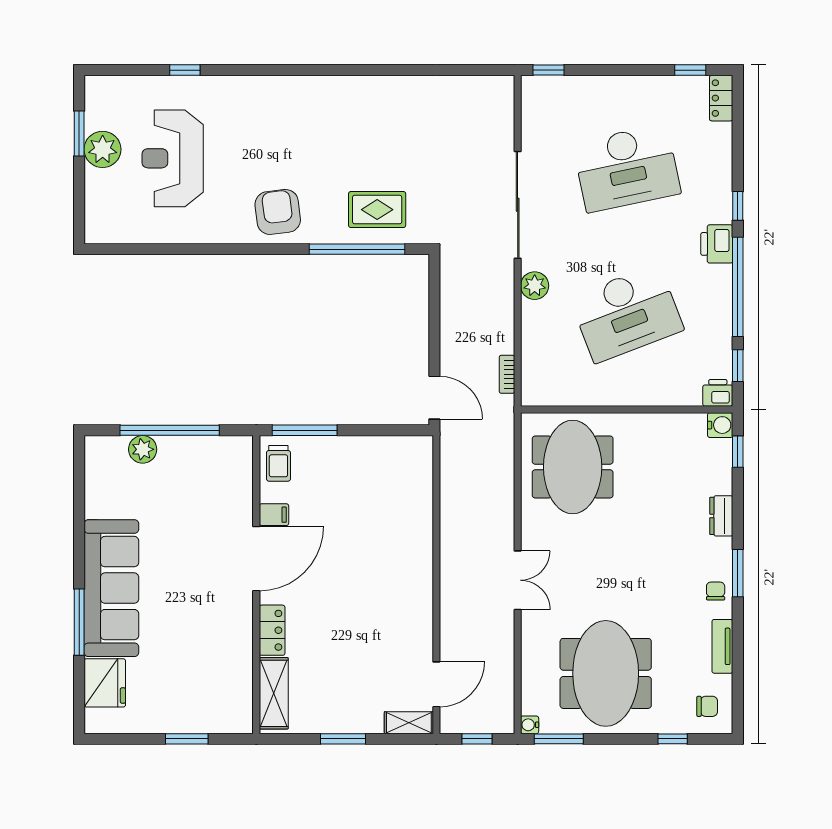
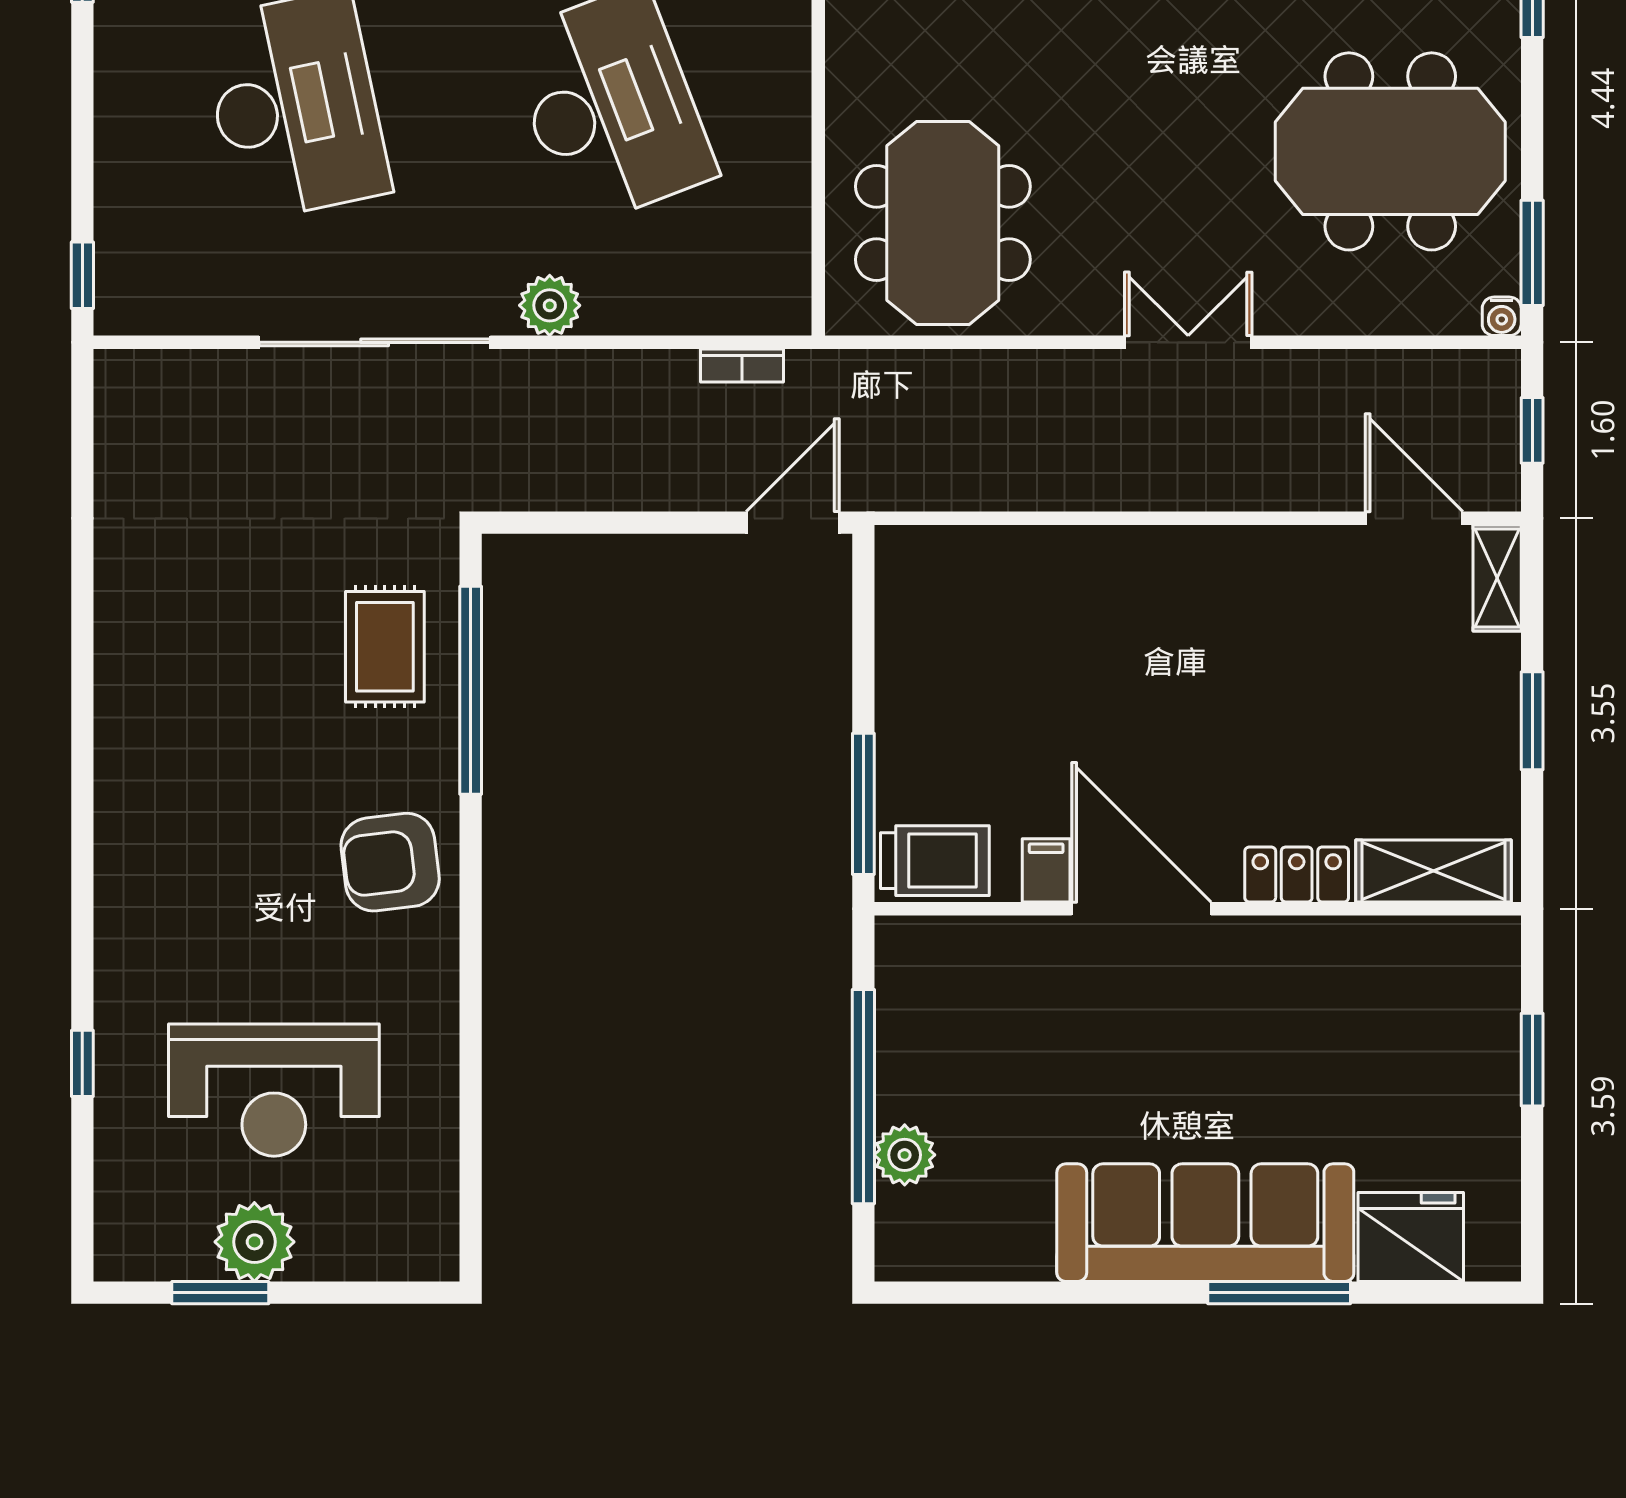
trolley: (278, 463) -> (935, 861), width x1.36, depth x1.39
meeting table: (573, 467) -> (943, 223), turned 90

